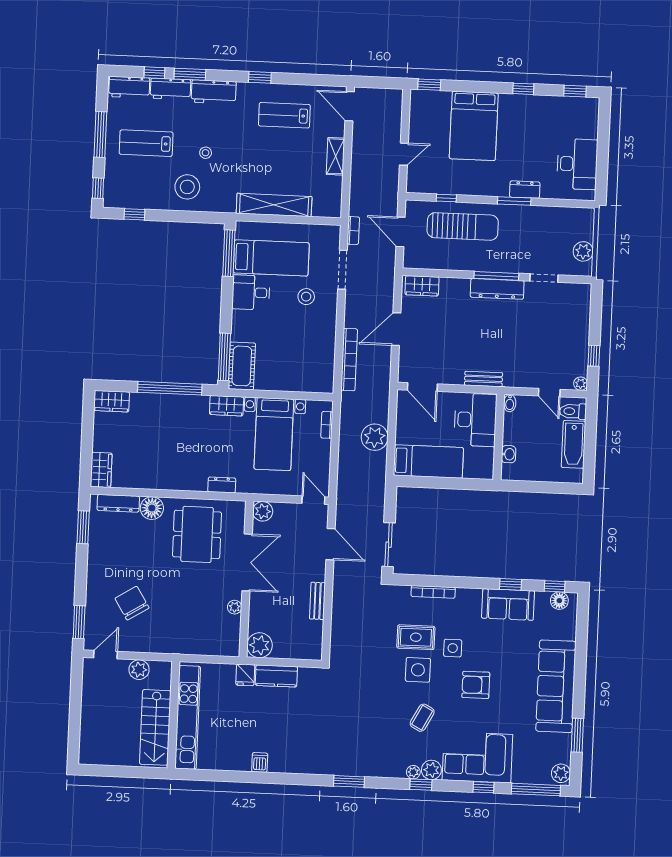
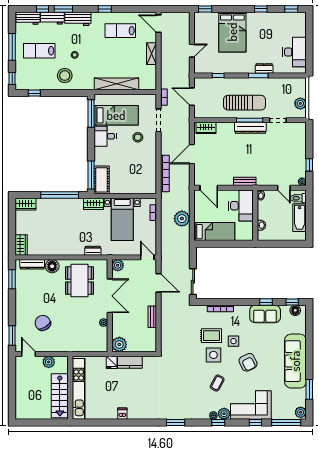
sun lounger: (463, 226) -> (245, 103), moved
door: (105, 655) -> (28, 354), hinge flipped
armchair: (476, 685) -> (248, 362), turned -116

